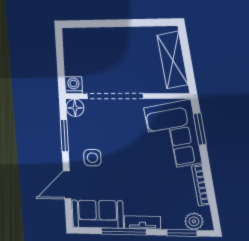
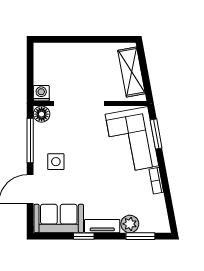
window: (64, 136) -> (30, 141), width x1.44
bookcase: (201, 185) -> (156, 181), width x0.64
plant: (194, 221) -> (130, 224), moved
window: (124, 232) -> (84, 236), width x0.46

